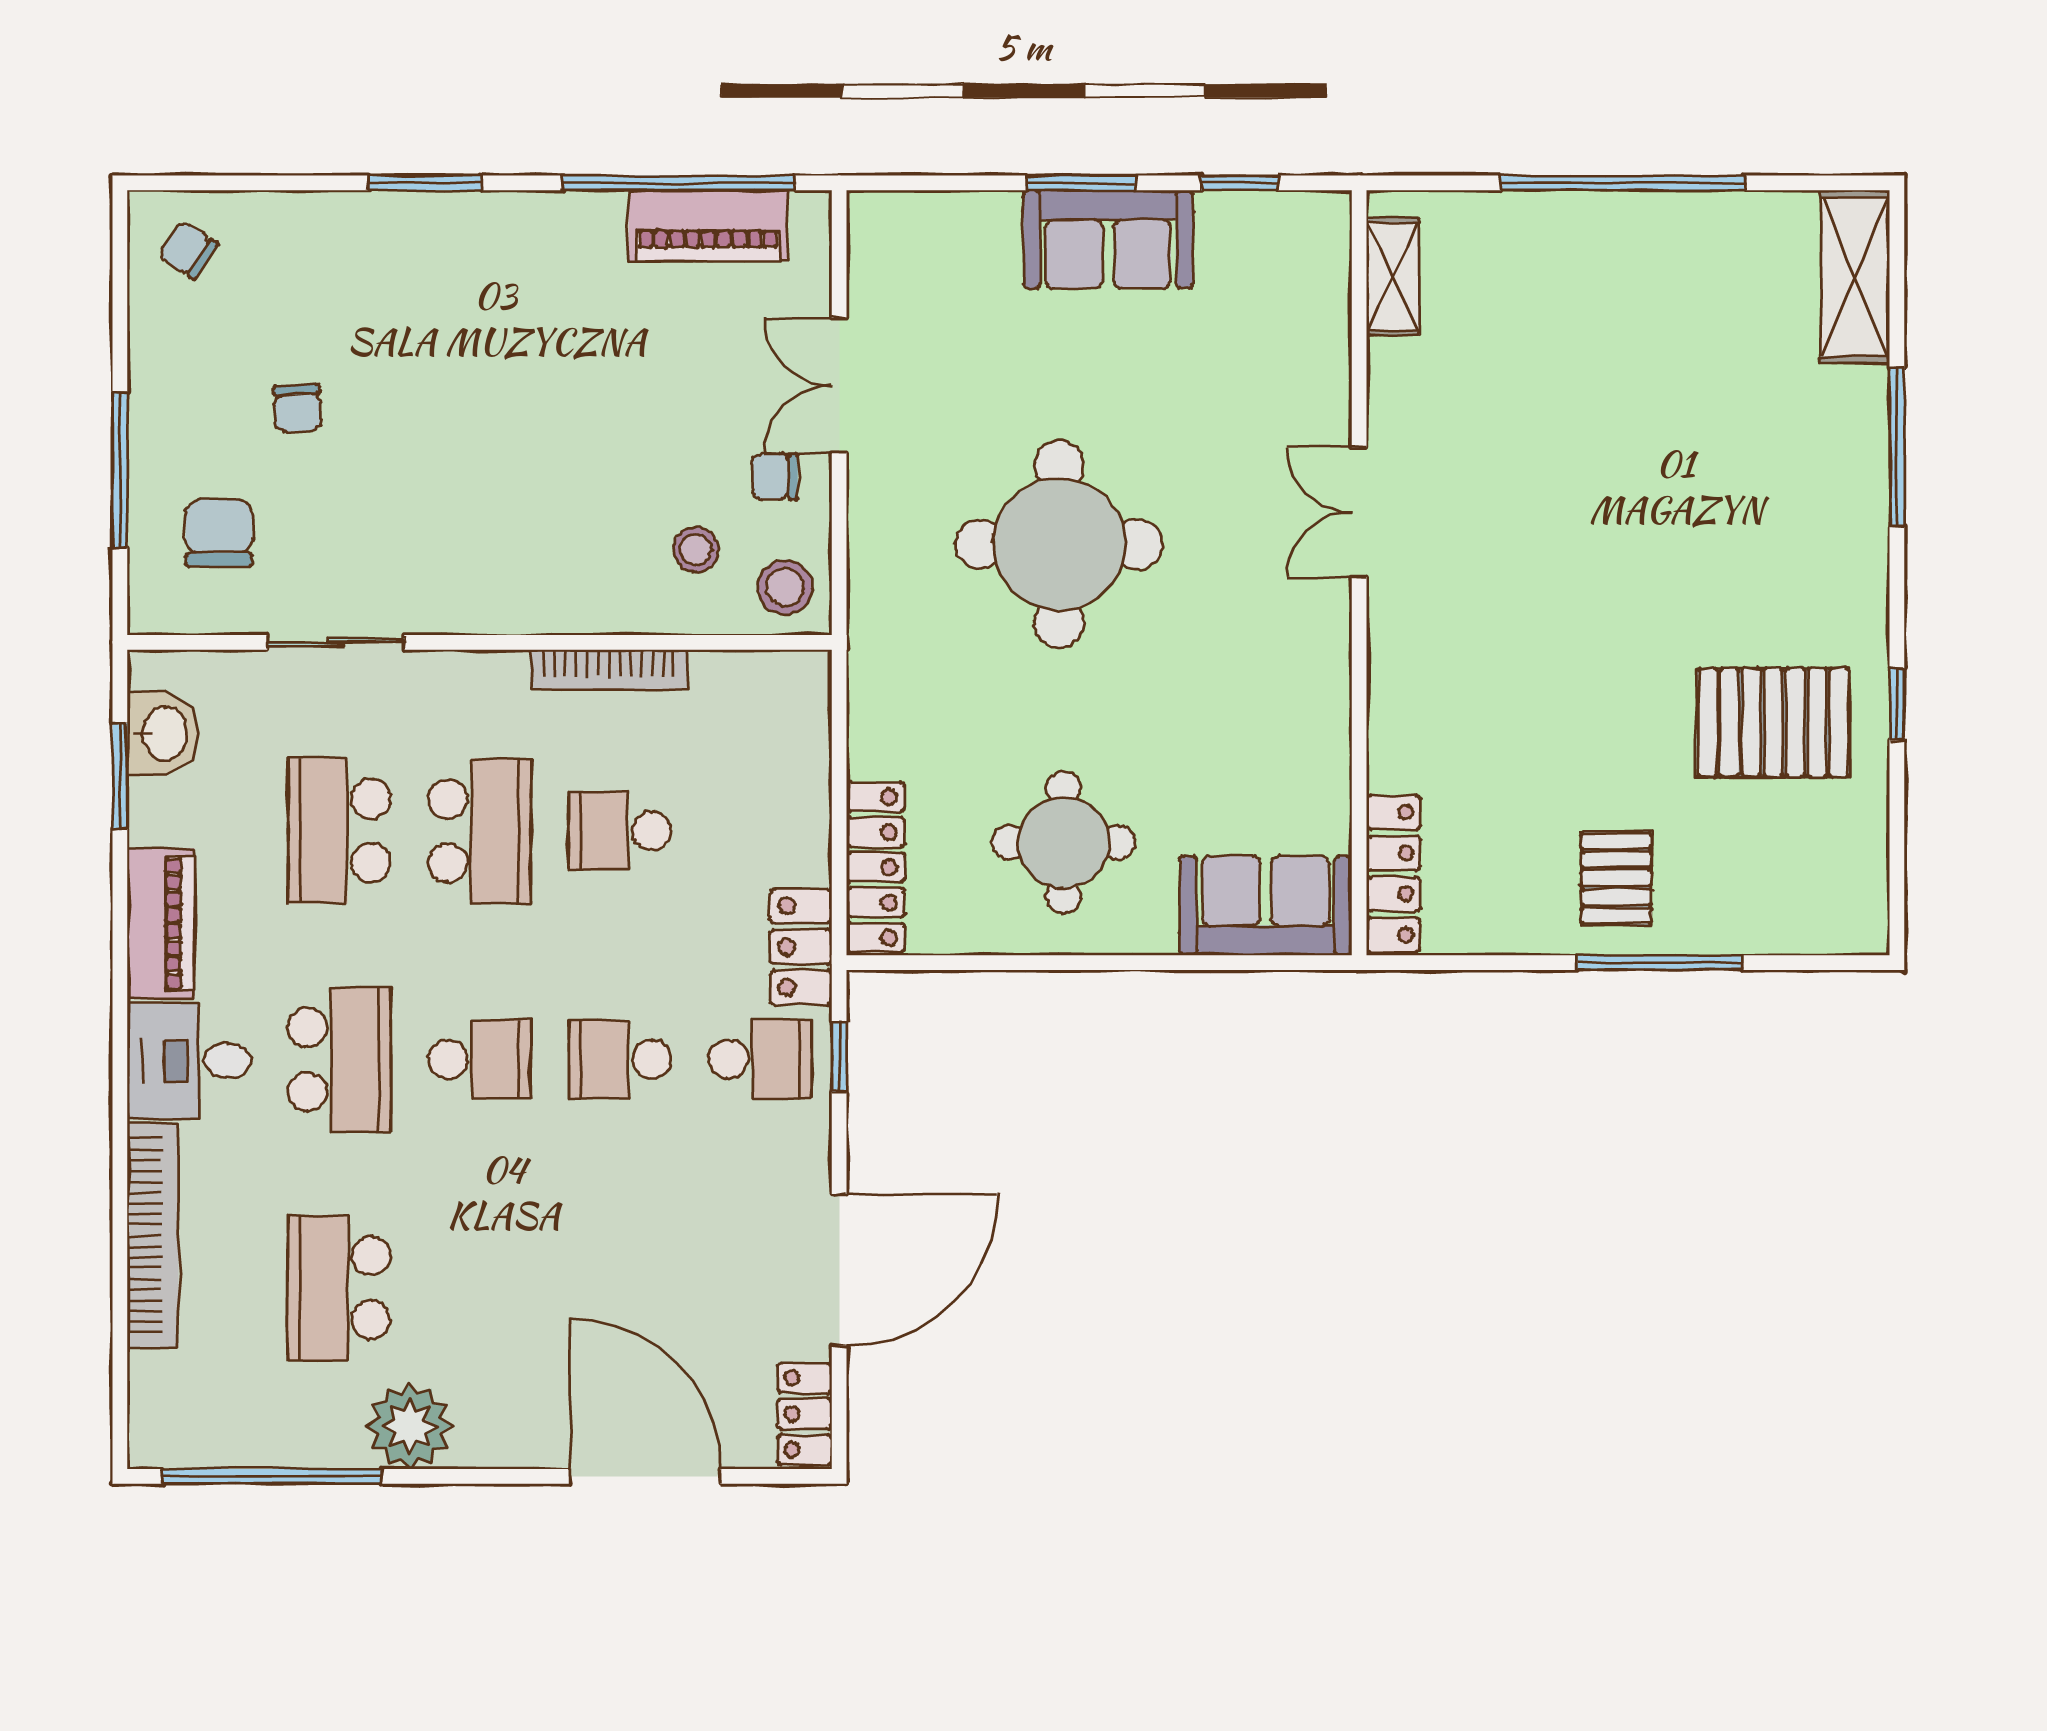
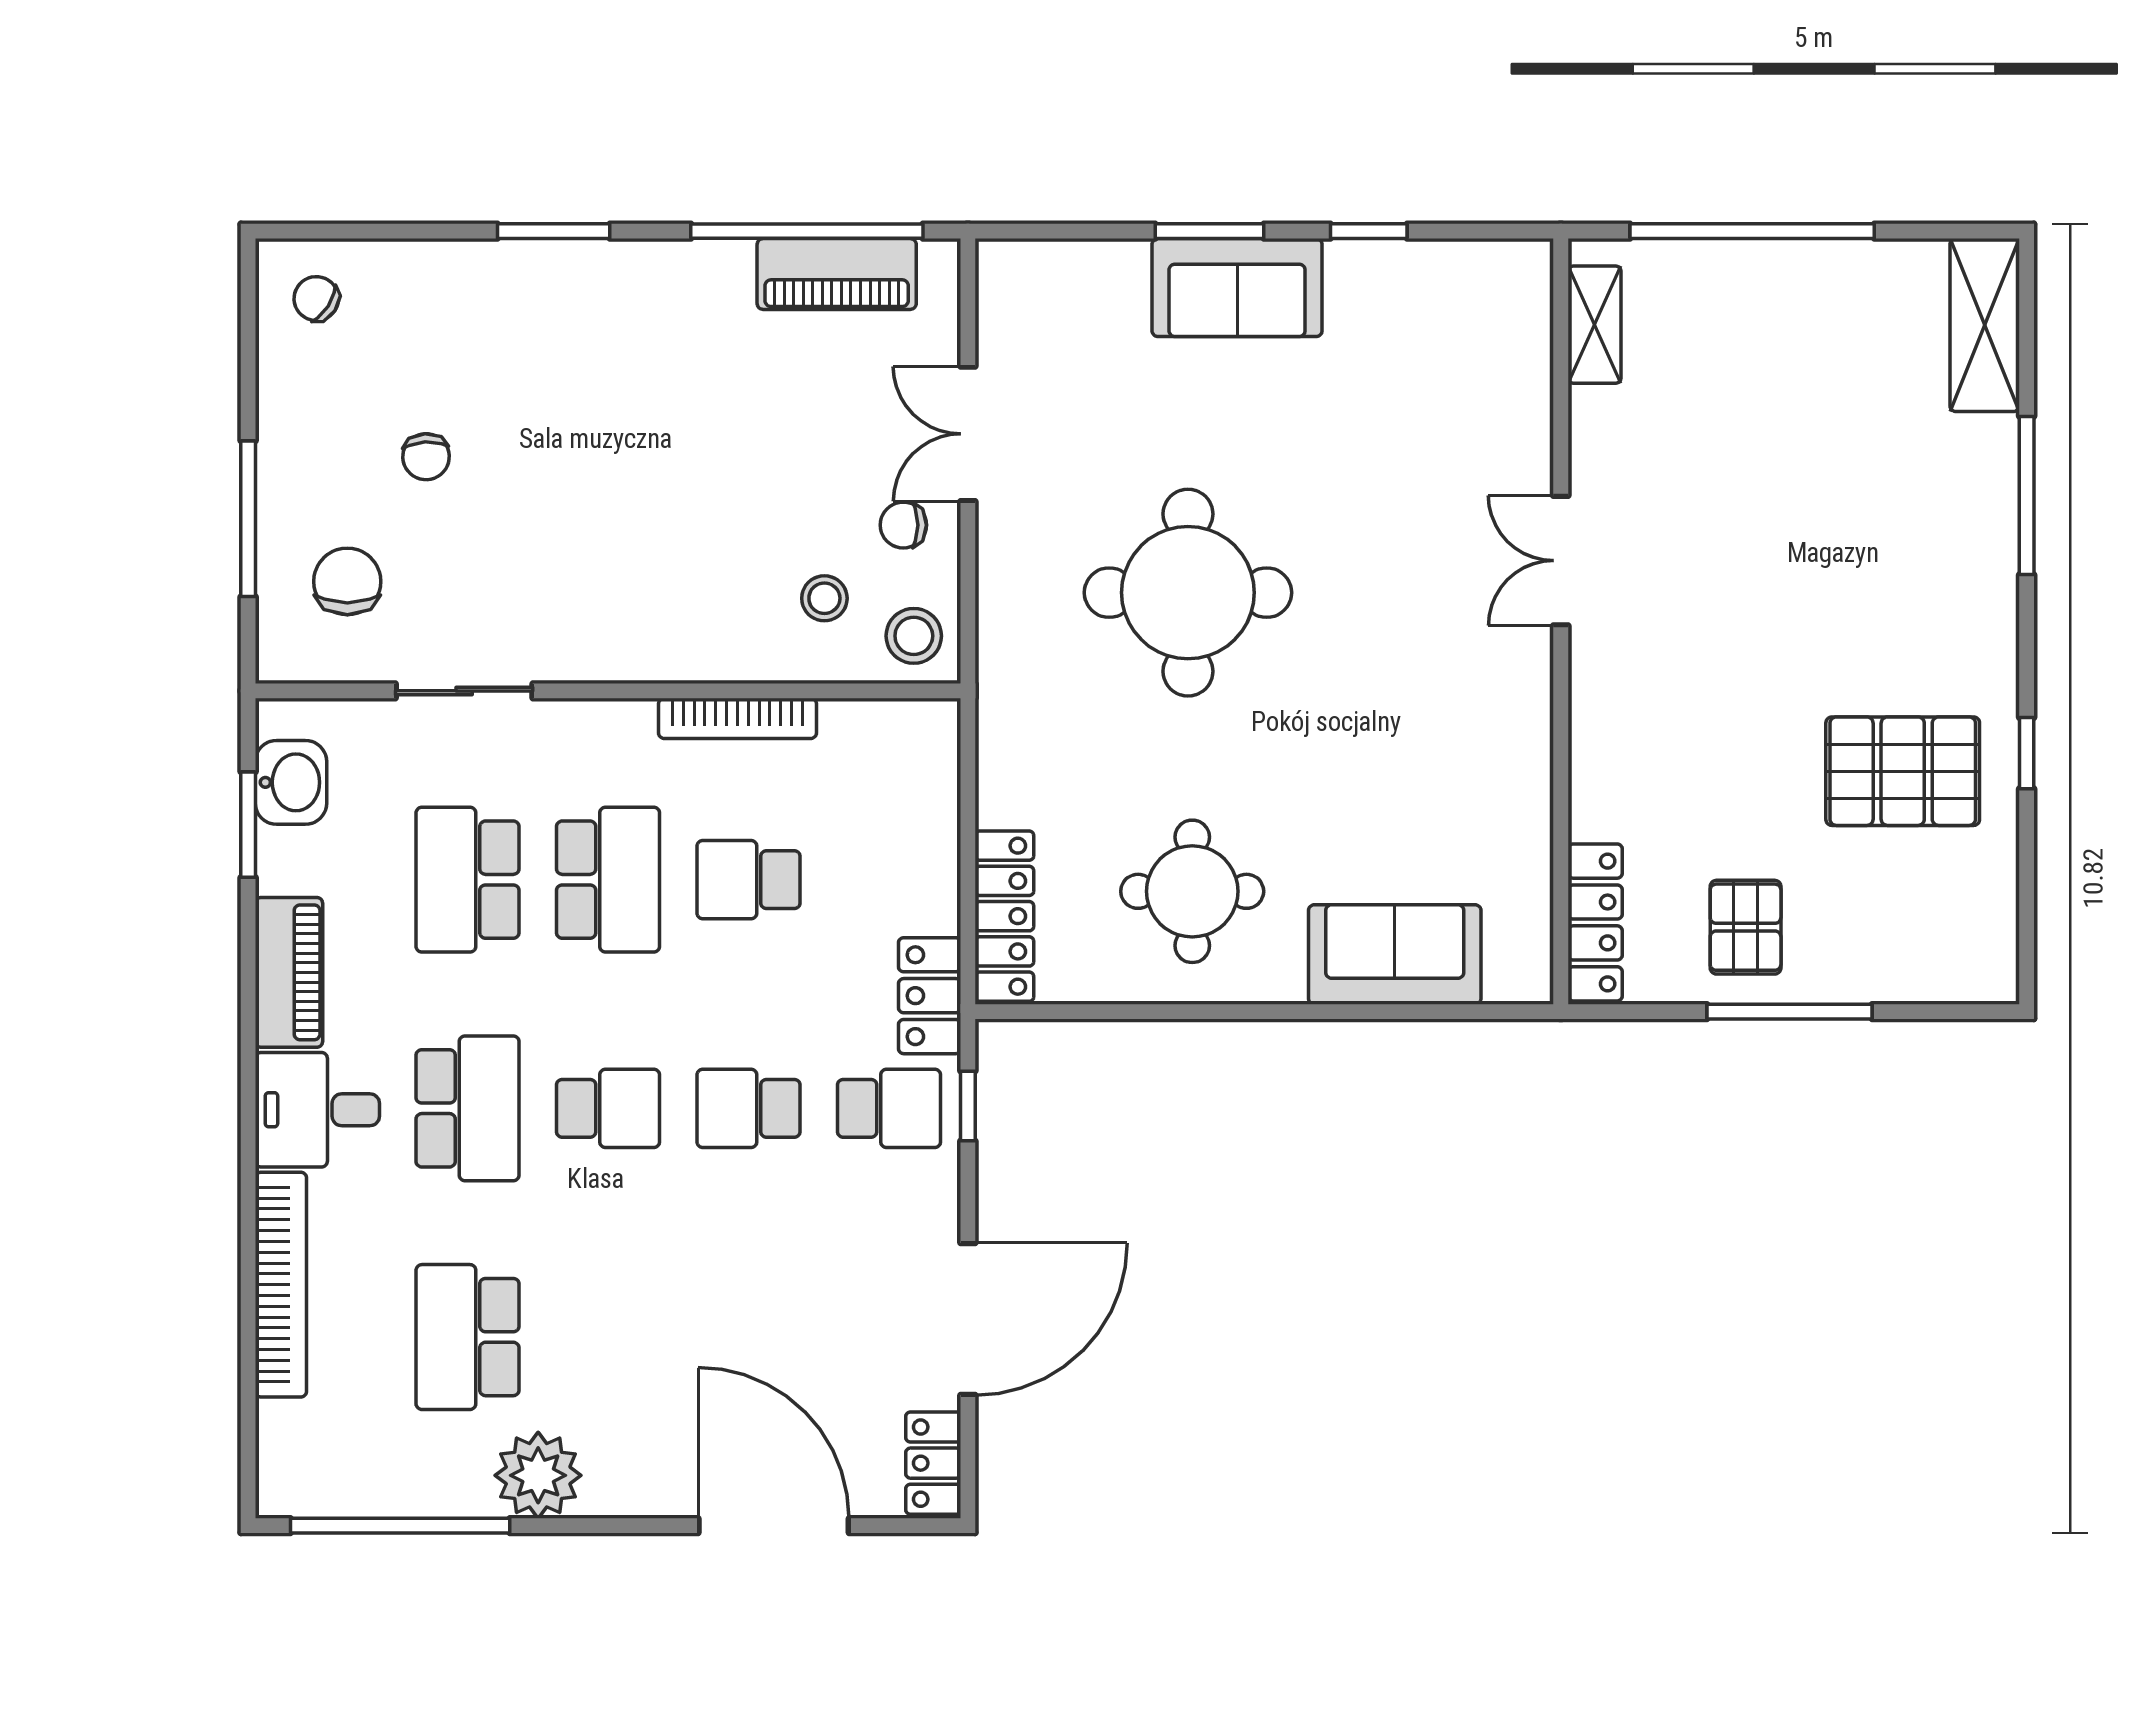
shelving: (1393, 276) -> (1594, 325), moved
double door: (1359, 512) -> (1561, 561), moved
wall: (1359, 573) -> (1561, 621), moved
locker: (1393, 874) -> (1595, 922), moved

